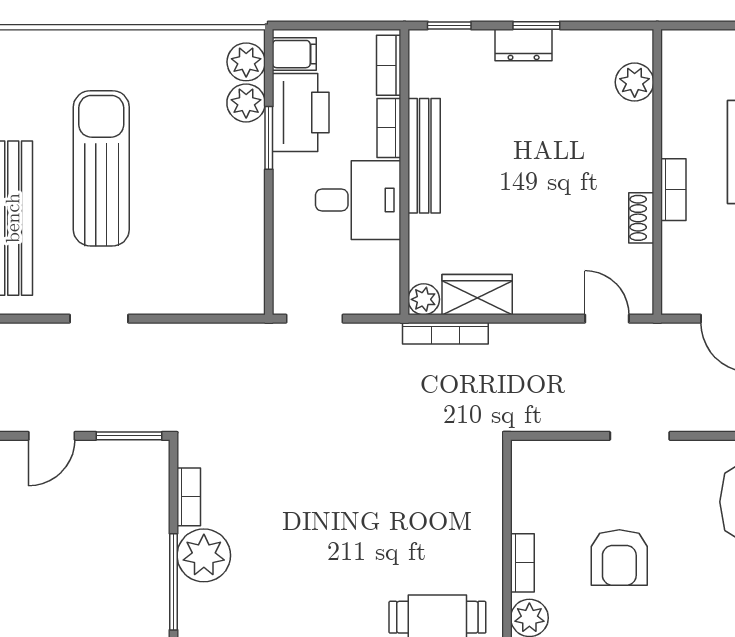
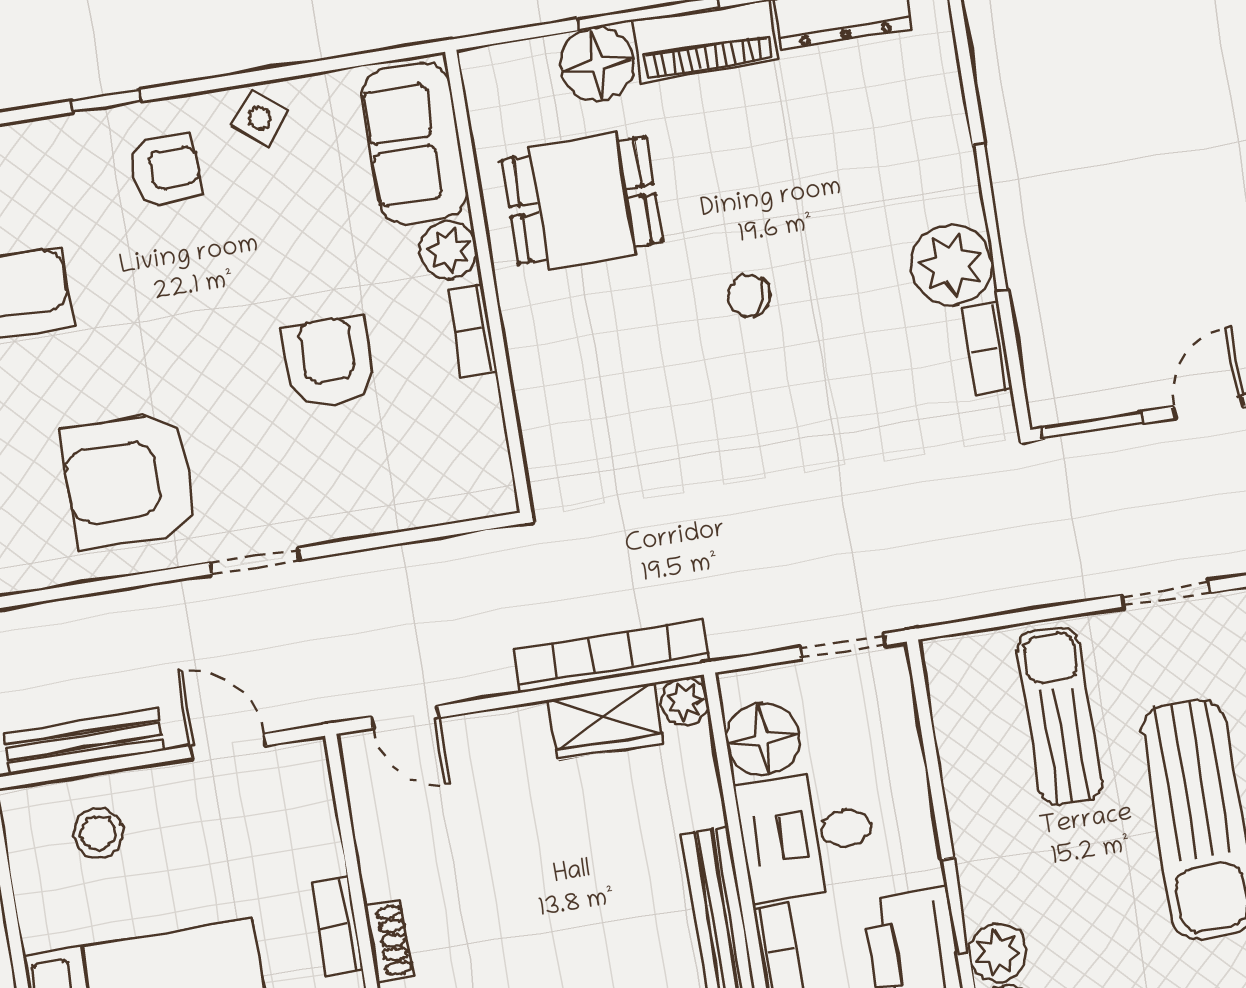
shoe rack: (641, 218) -> (389, 941), moved
sun lounger: (181, 250) -> (1060, 716), added
floor lamp: (377, 266) -> (763, 739), added
bookcase: (445, 333) -> (612, 656), width x1.48, depth x1.31
doorway: (640, 436) -> (255, 561), moved
chair: (339, 556) -> (749, 296), added

